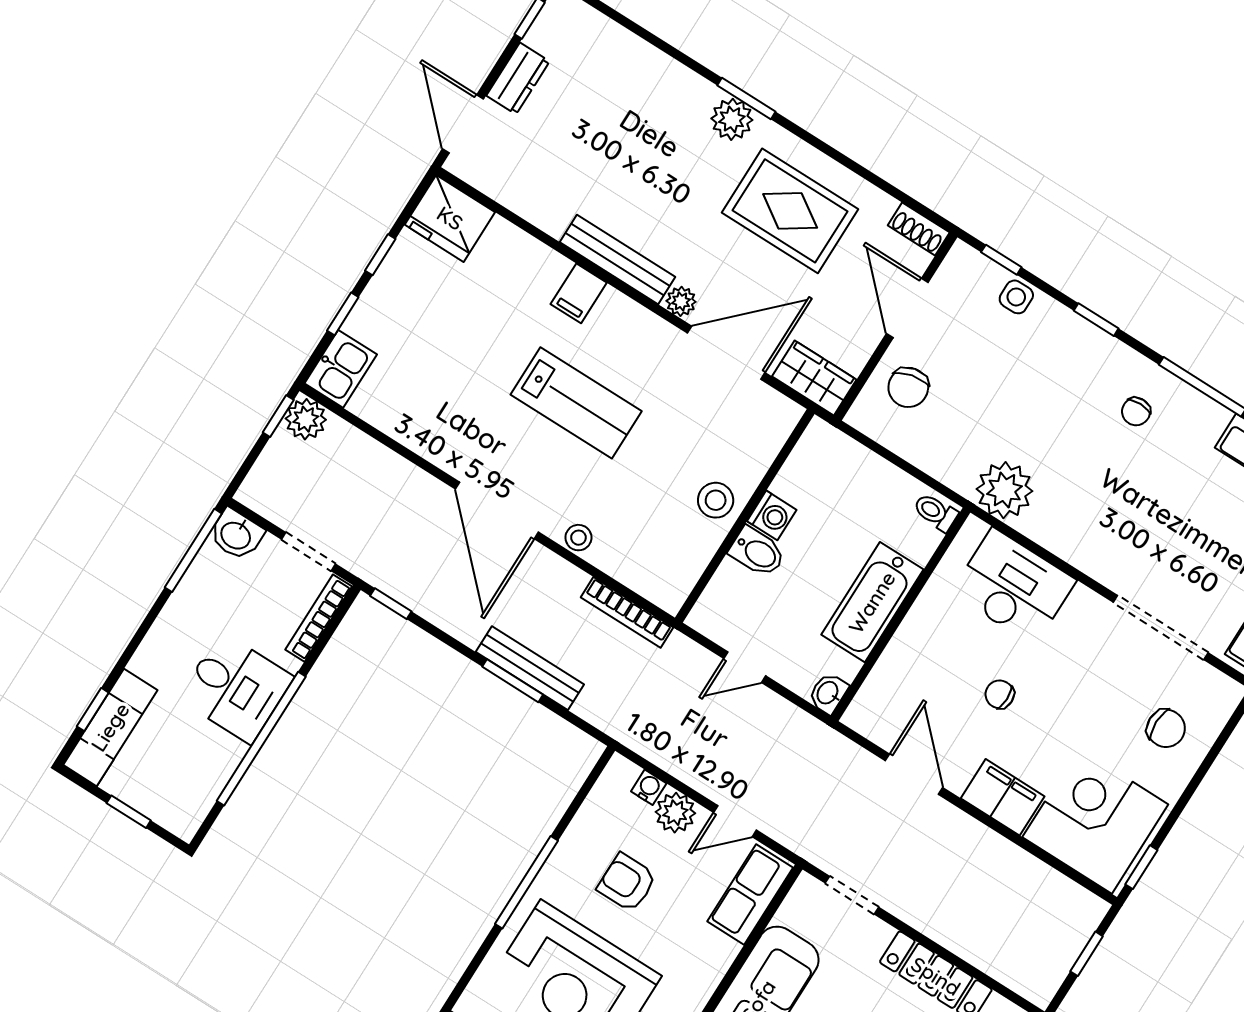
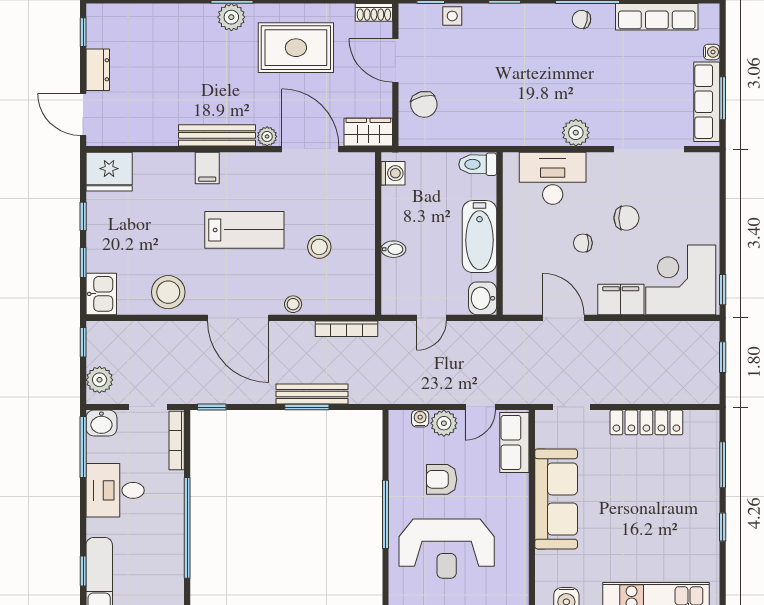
door: (726, 353) -> (310, 149), hinge flipped
chair: (1136, 412) -> (581, 19), moved, turned 101
plant: (306, 419) -> (100, 380), moved
stool: (428, 421) -> (168, 292), added
plant: (1005, 490) -> (576, 133), moved, width x0.73, depth x0.73
stool: (716, 500) -> (319, 247), moved
toilet: (935, 512) -> (478, 164), width x1.37, depth x1.39
washing machine: (772, 515) -> (393, 173), moved
bidet: (757, 552) -> (393, 249), width x0.72, depth x0.74
desk: (236, 688) -> (115, 490), moved, turned 180
washbasin: (828, 693) -> (483, 298), width x1.38, depth x1.45
chair: (1166, 728) -> (626, 218), moved

